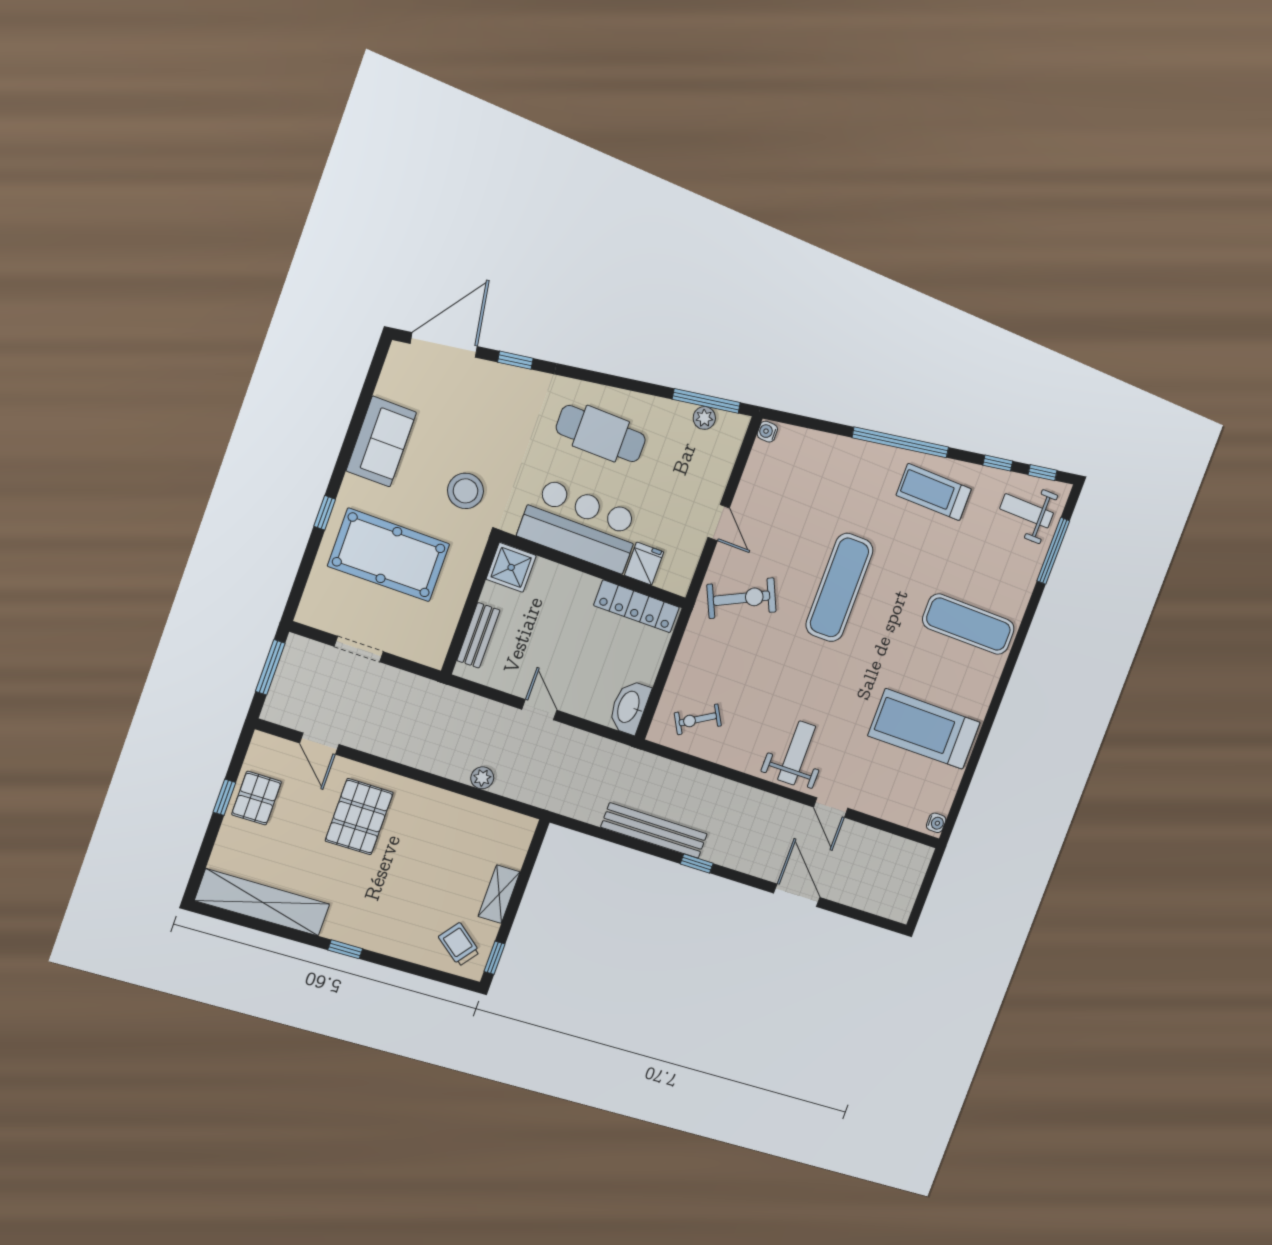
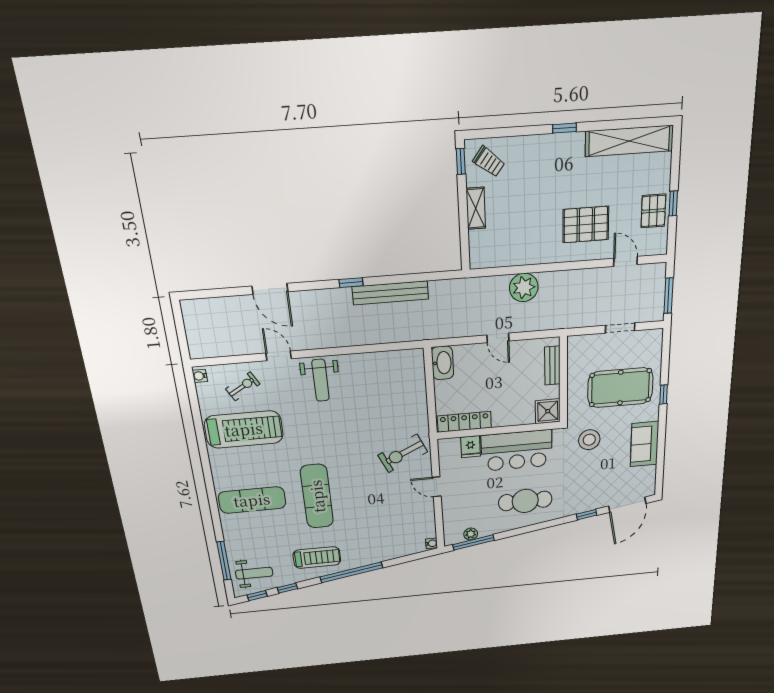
exercise mat: (839, 588) -> (317, 496), moved
exercise bike: (698, 719) -> (243, 386), moved
plant: (482, 778) -> (524, 287), width x1.88, depth x1.88
pallet: (359, 817) -> (586, 225), turned 90

